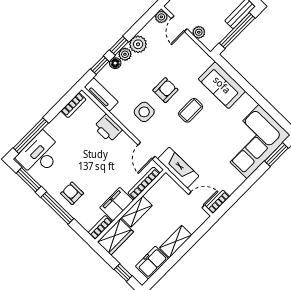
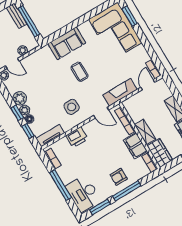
armchair: (165, 90) -> (59, 87), removed
window: (31, 136) -> (60, 185), moved

